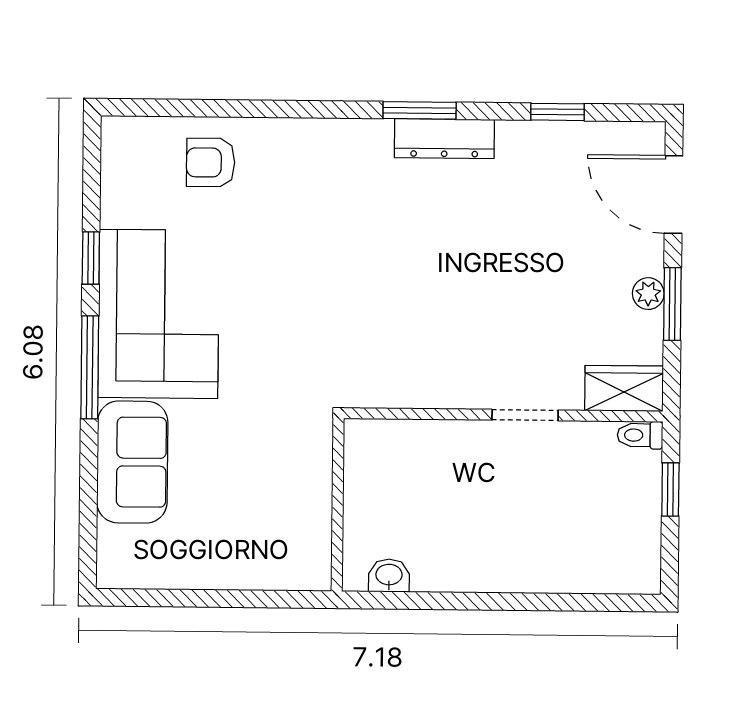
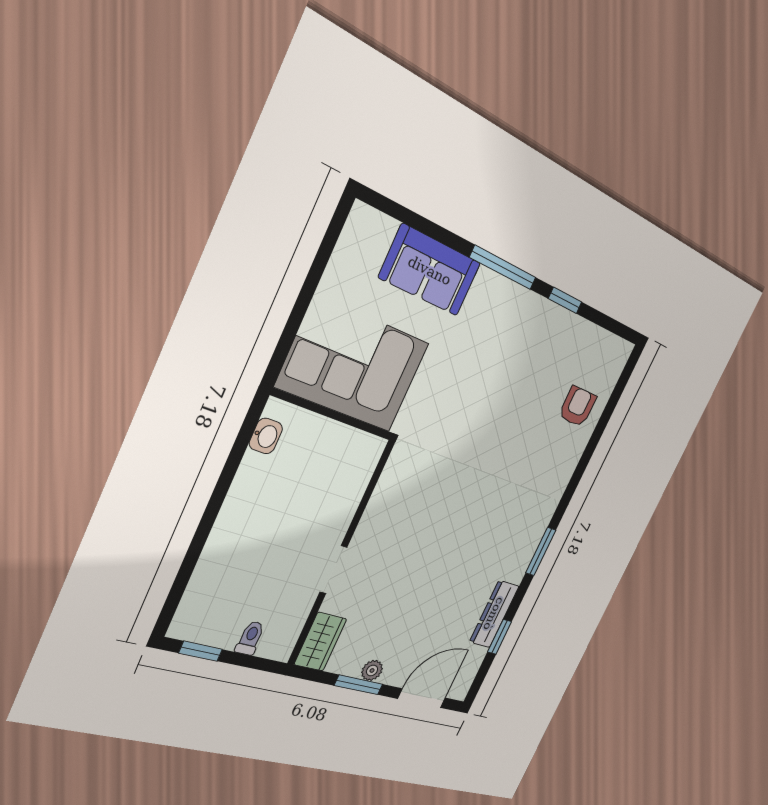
dresser: (444, 139) -> (494, 614), moved
corner sofa: (159, 314) -> (353, 365), moved, turned 180
toilet: (640, 435) -> (250, 638), moved
window: (670, 489) -> (201, 651), moved

